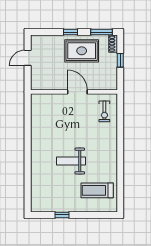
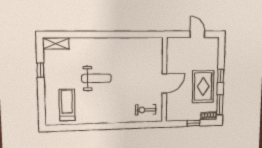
weight bench: (71, 161) -> (96, 78), turned 90
shelving: (36, 200) -> (56, 43), added

